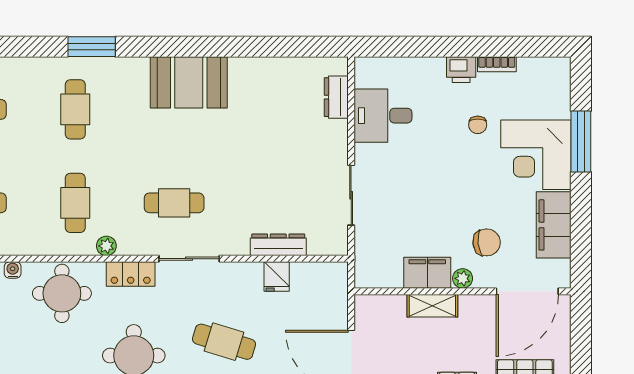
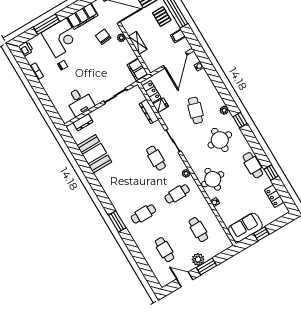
printer: (461, 70) -> (26, 49), moved
booth: (189, 82) -> (94, 154), moved
filing cabinet: (427, 273) -> (138, 70), moved
locker: (131, 274) -> (151, 92), moved

